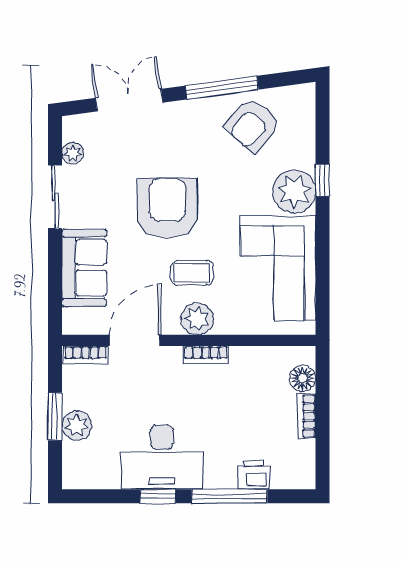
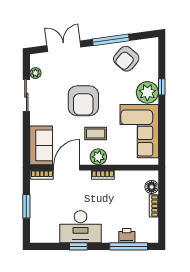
armchair: (167, 208) -> (83, 101), turned 180
sofa: (84, 268) -> (41, 145), moved
plant: (77, 426) -> (37, 211), removed
window: (229, 496) -> (129, 246), moved

